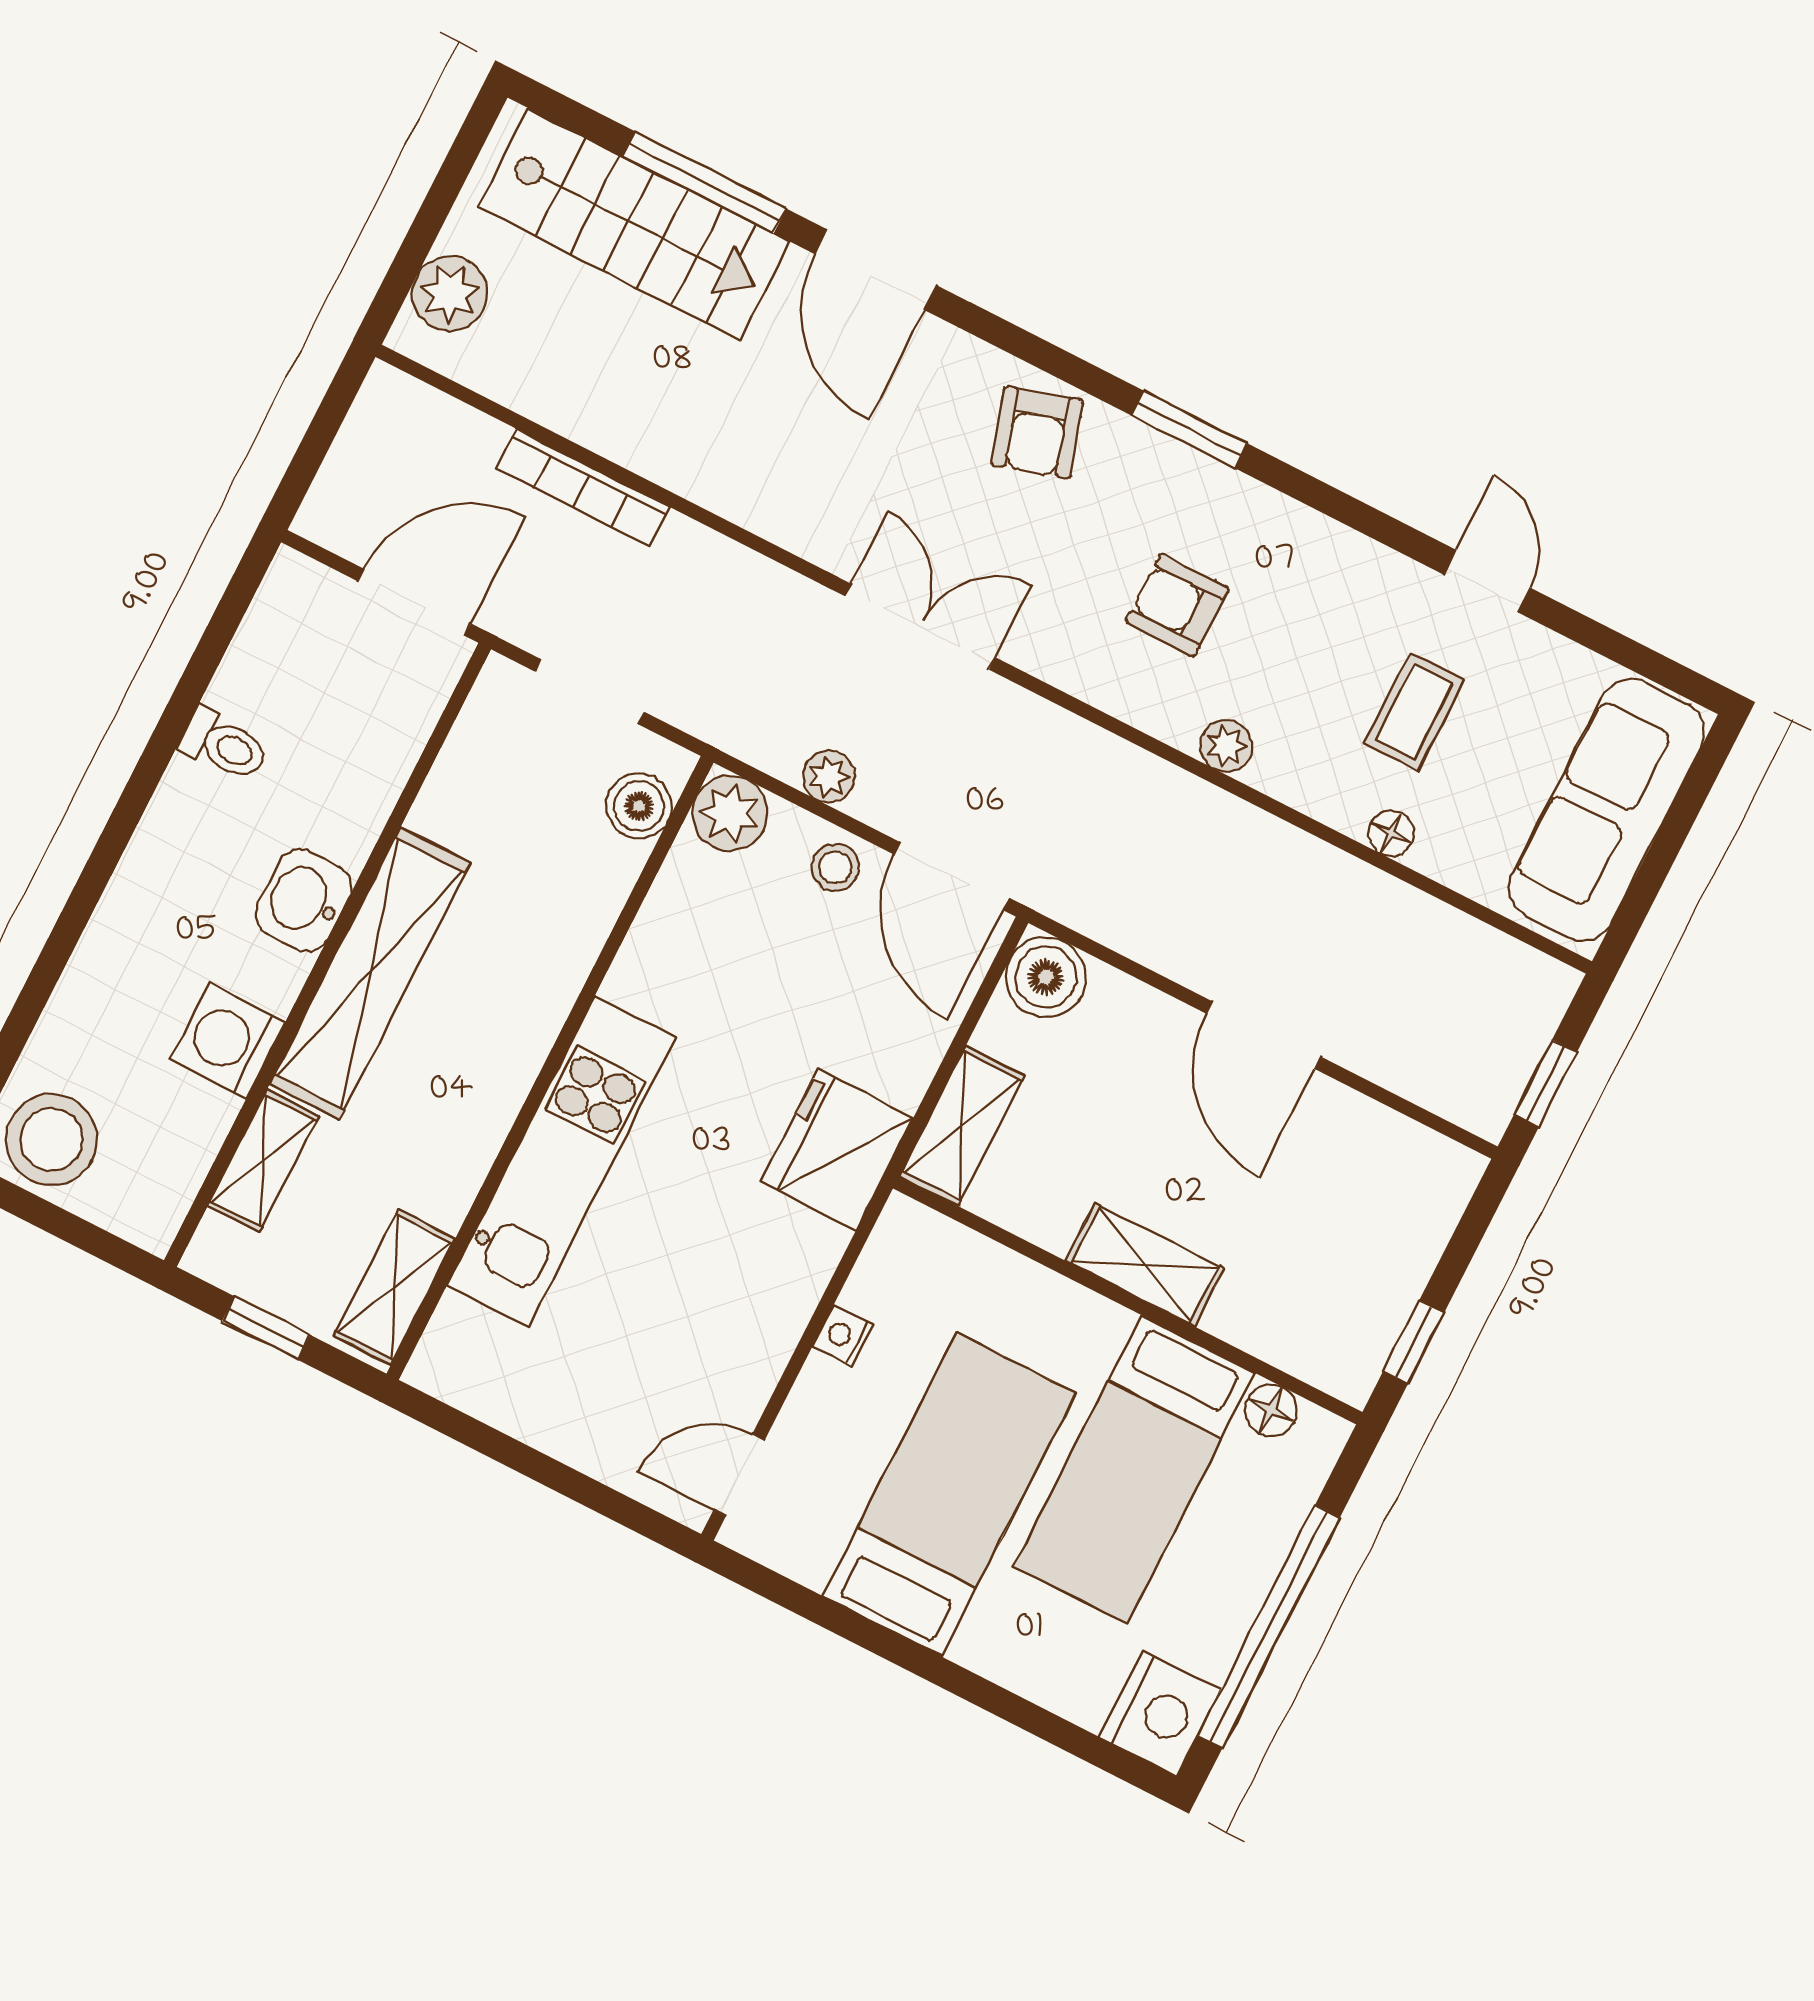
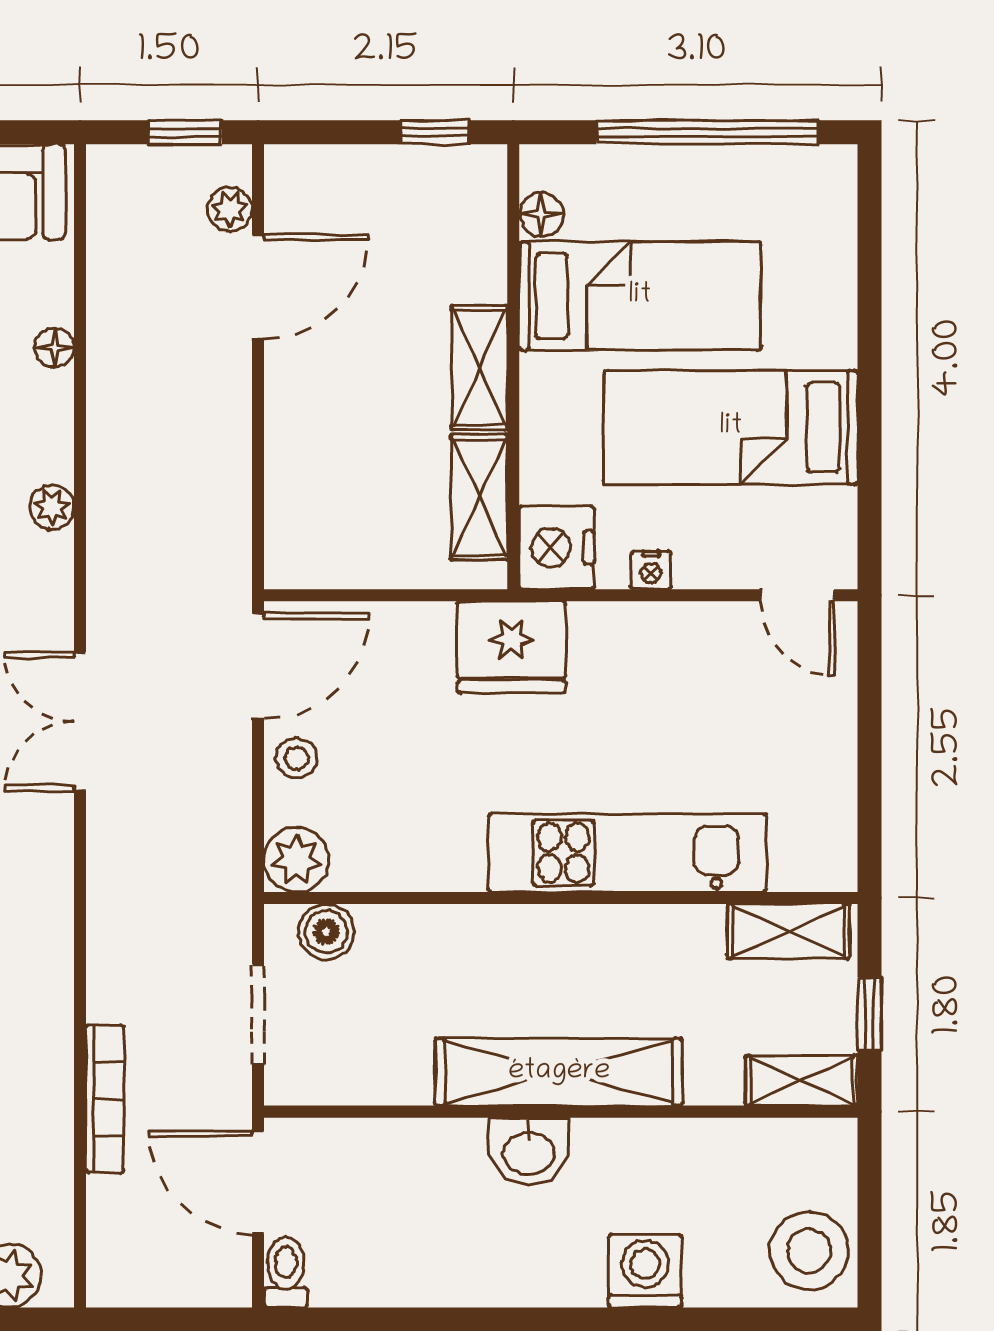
double door: (920, 627) -> (80, 721), moved
toilet: (224, 745) -> (286, 1272), moved
plant: (829, 777) -> (230, 209), moved
boiler: (1046, 977) -> (298, 555), removed
door: (1264, 1035) -> (258, 287), moved
washing machine: (228, 1041) -> (645, 1271), moved, turned 180
shelving: (962, 1126) -> (479, 497), moved, turned 90
shelving: (263, 1161) -> (802, 1081), moved
nightstand: (1160, 1713) -> (557, 548), moved, turned -90

